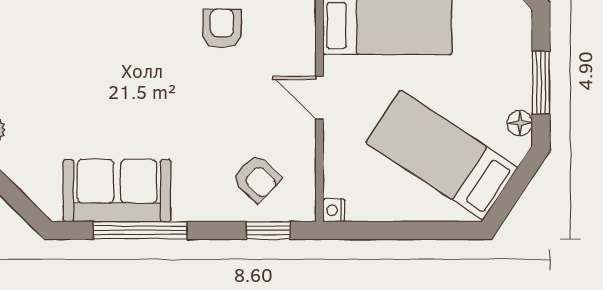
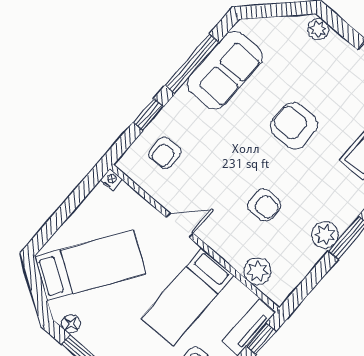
armchair: (113, 68) -> (294, 126), added
armchair: (257, 178) -> (165, 153), turned -43
window: (268, 230) -> (148, 115), moved

